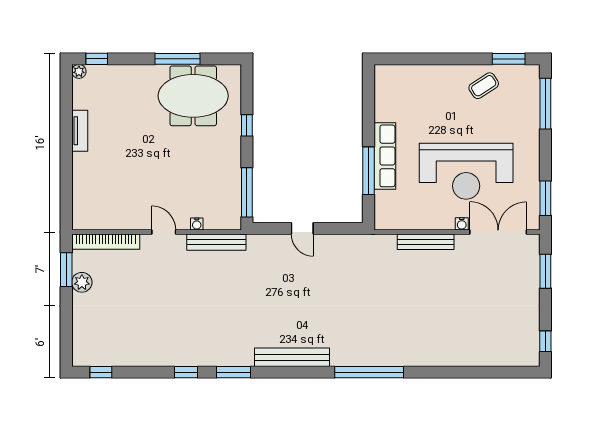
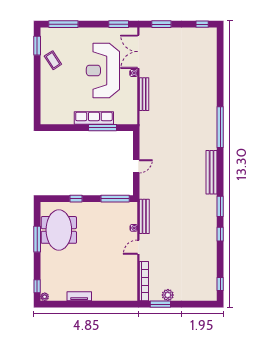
reception desk: (466, 171) -> (103, 70), turned 180

